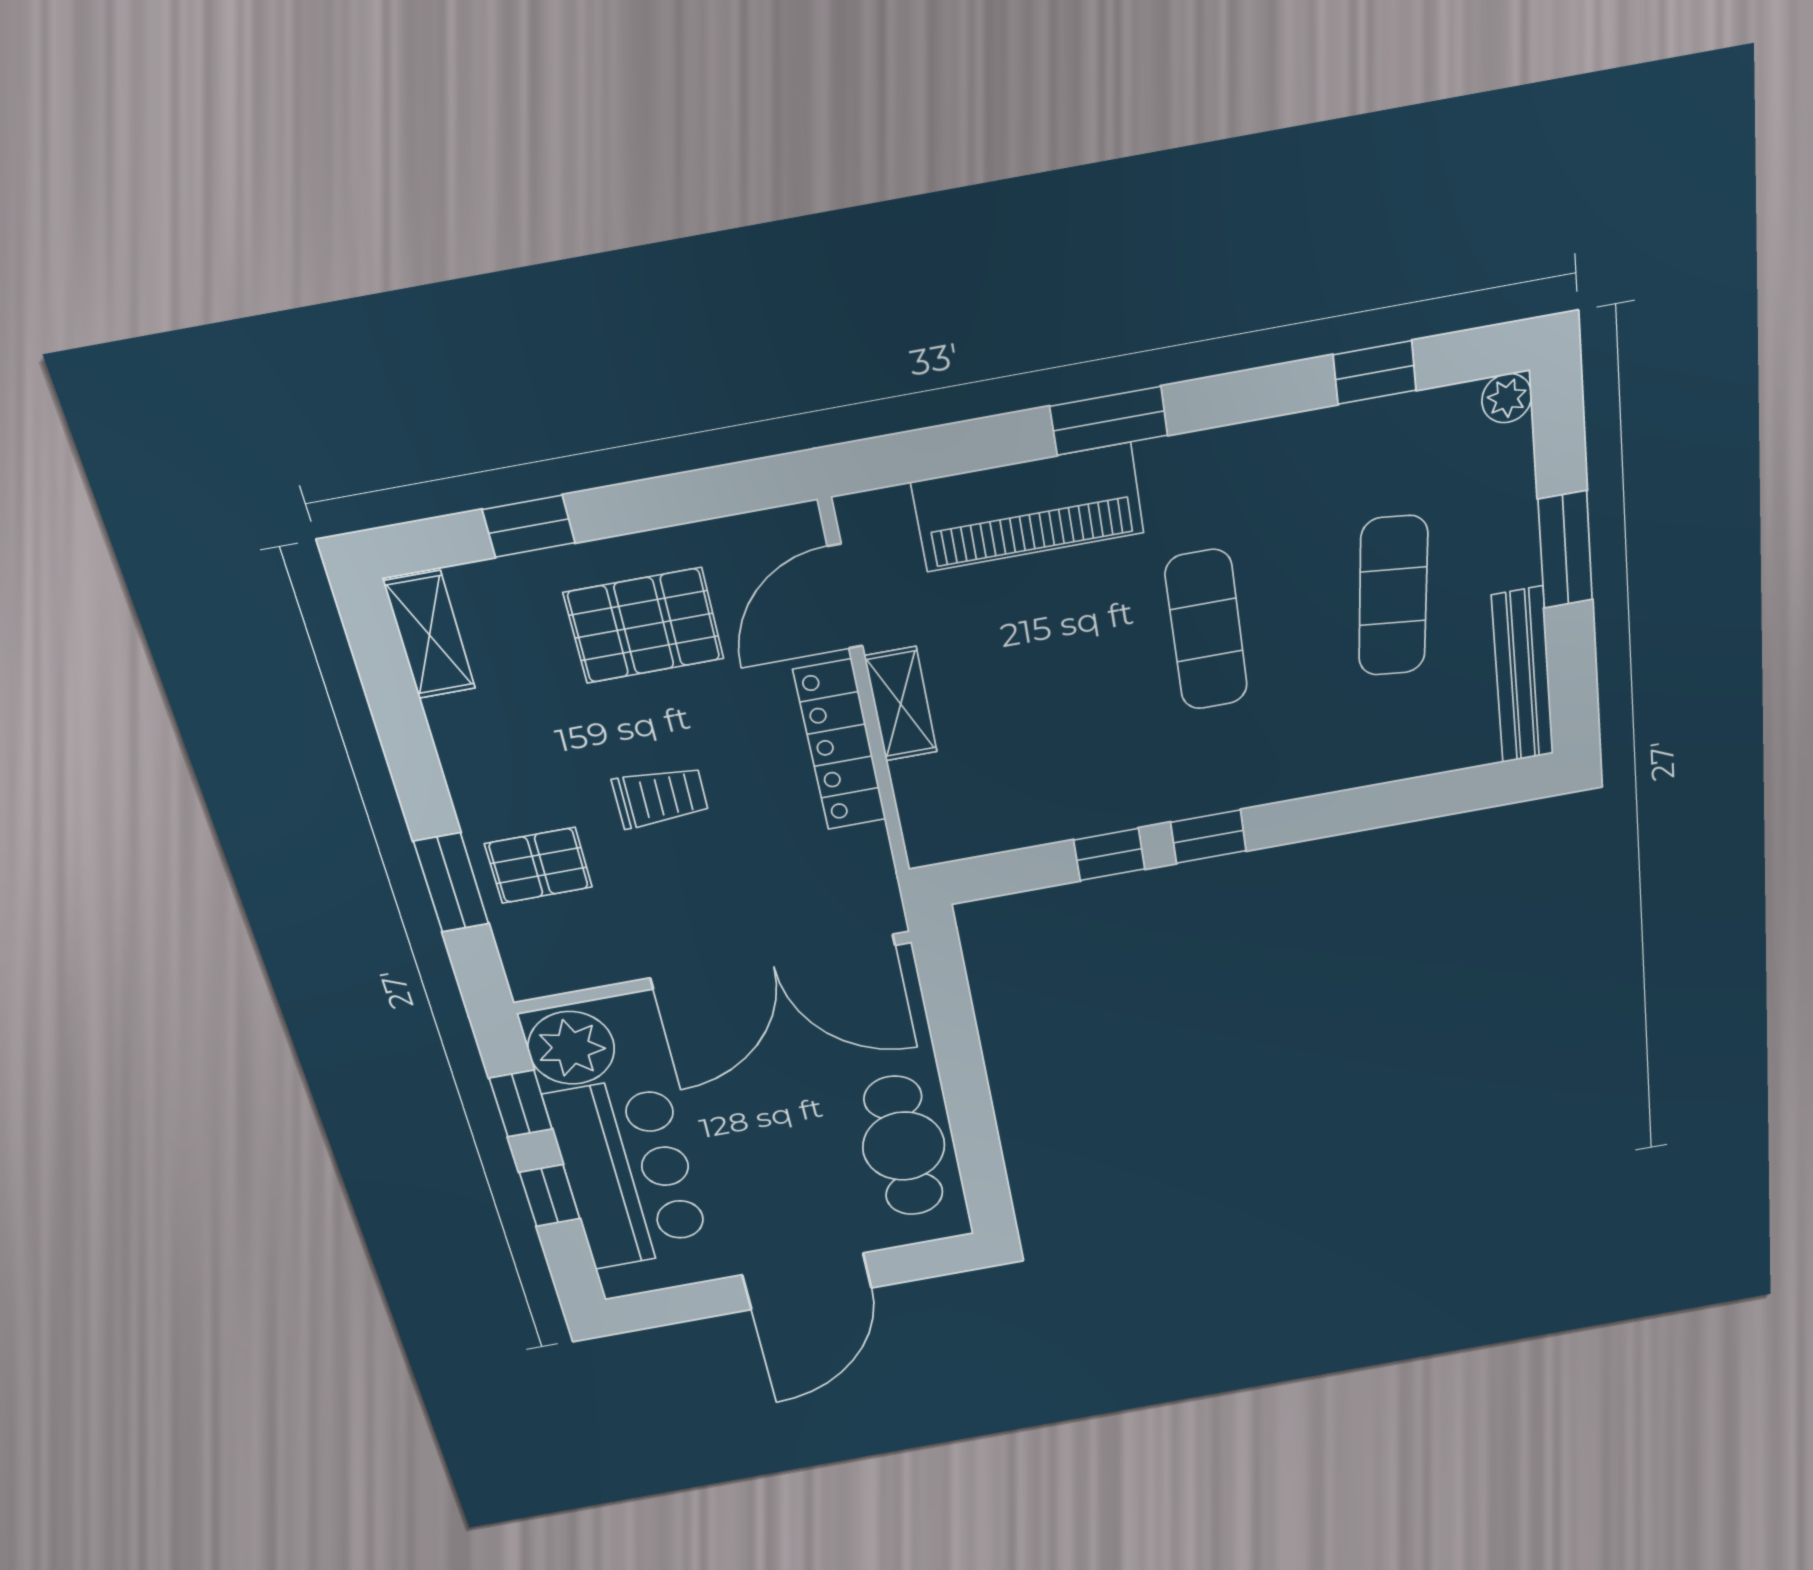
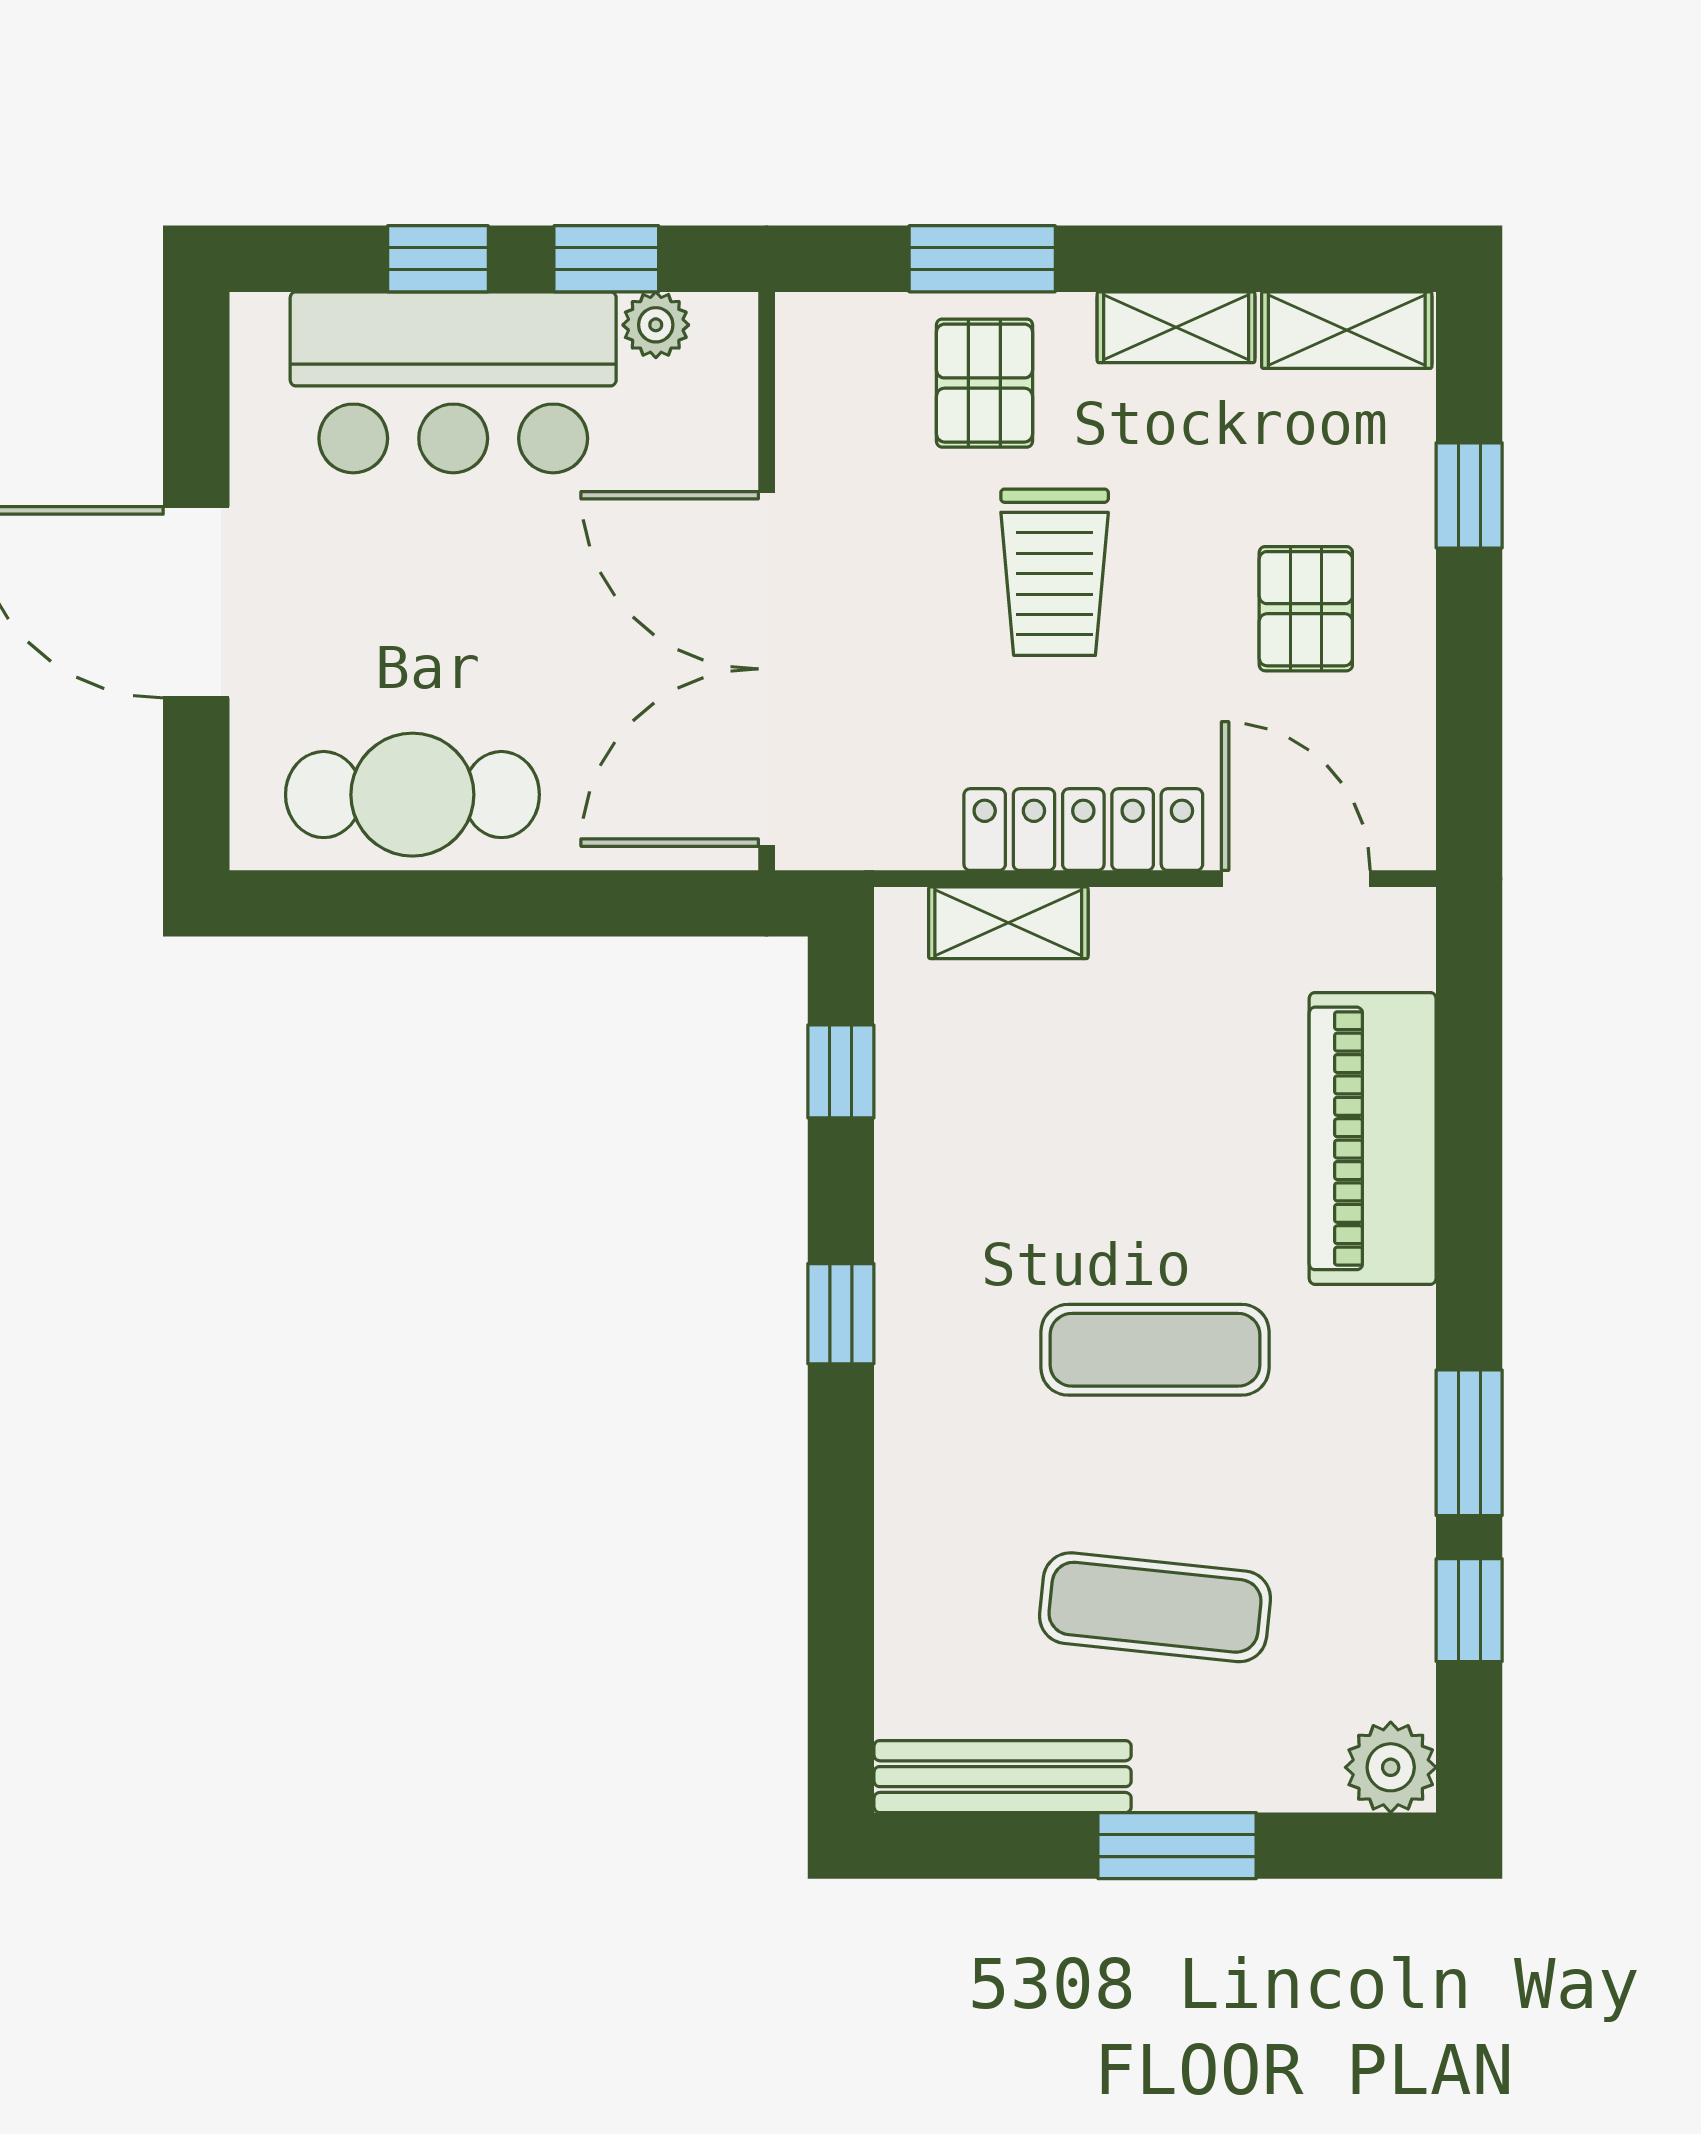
plant: (1507, 398) -> (1391, 1767), width x1.38, depth x1.38
window: (1109, 421) -> (1469, 1443), moved
pallet: (644, 626) -> (1306, 609), width x0.67, depth x0.71
shelving: (901, 704) -> (1008, 923), moved
shelving: (462, 750) -> (1176, 327), added
trolley: (660, 797) -> (1055, 572), width x1.36, depth x1.39
window: (1109, 854) -> (841, 1071), moved
plant: (571, 1048) -> (656, 325), width x0.53, depth x0.53

